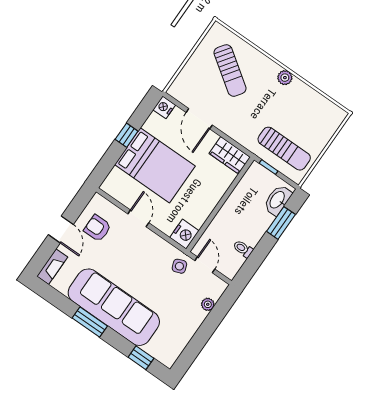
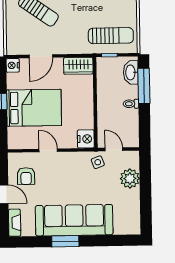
door: (199, 119) -> (41, 56), hinge flipped
window: (281, 223) -> (144, 86), width x1.44
armchair: (97, 228) -> (26, 176), turned -90
toilet: (243, 249) -> (131, 104), moved
plant: (208, 304) -> (130, 179), width x1.87, depth x1.87
window: (141, 358) -> (116, 240), removed

